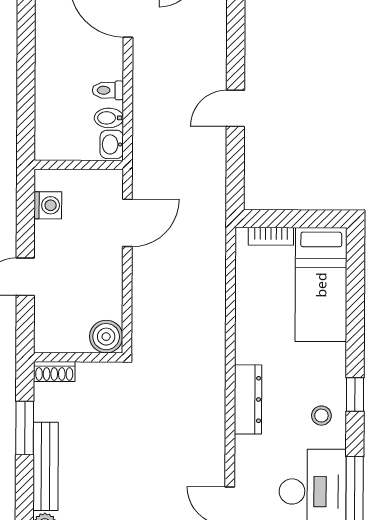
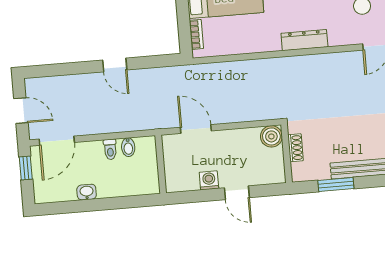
washbasin: (112, 144) -> (87, 192), moved, turned 180
washing machine: (48, 205) -> (209, 180), moved
shoe rack: (54, 372) -> (296, 148), moved

